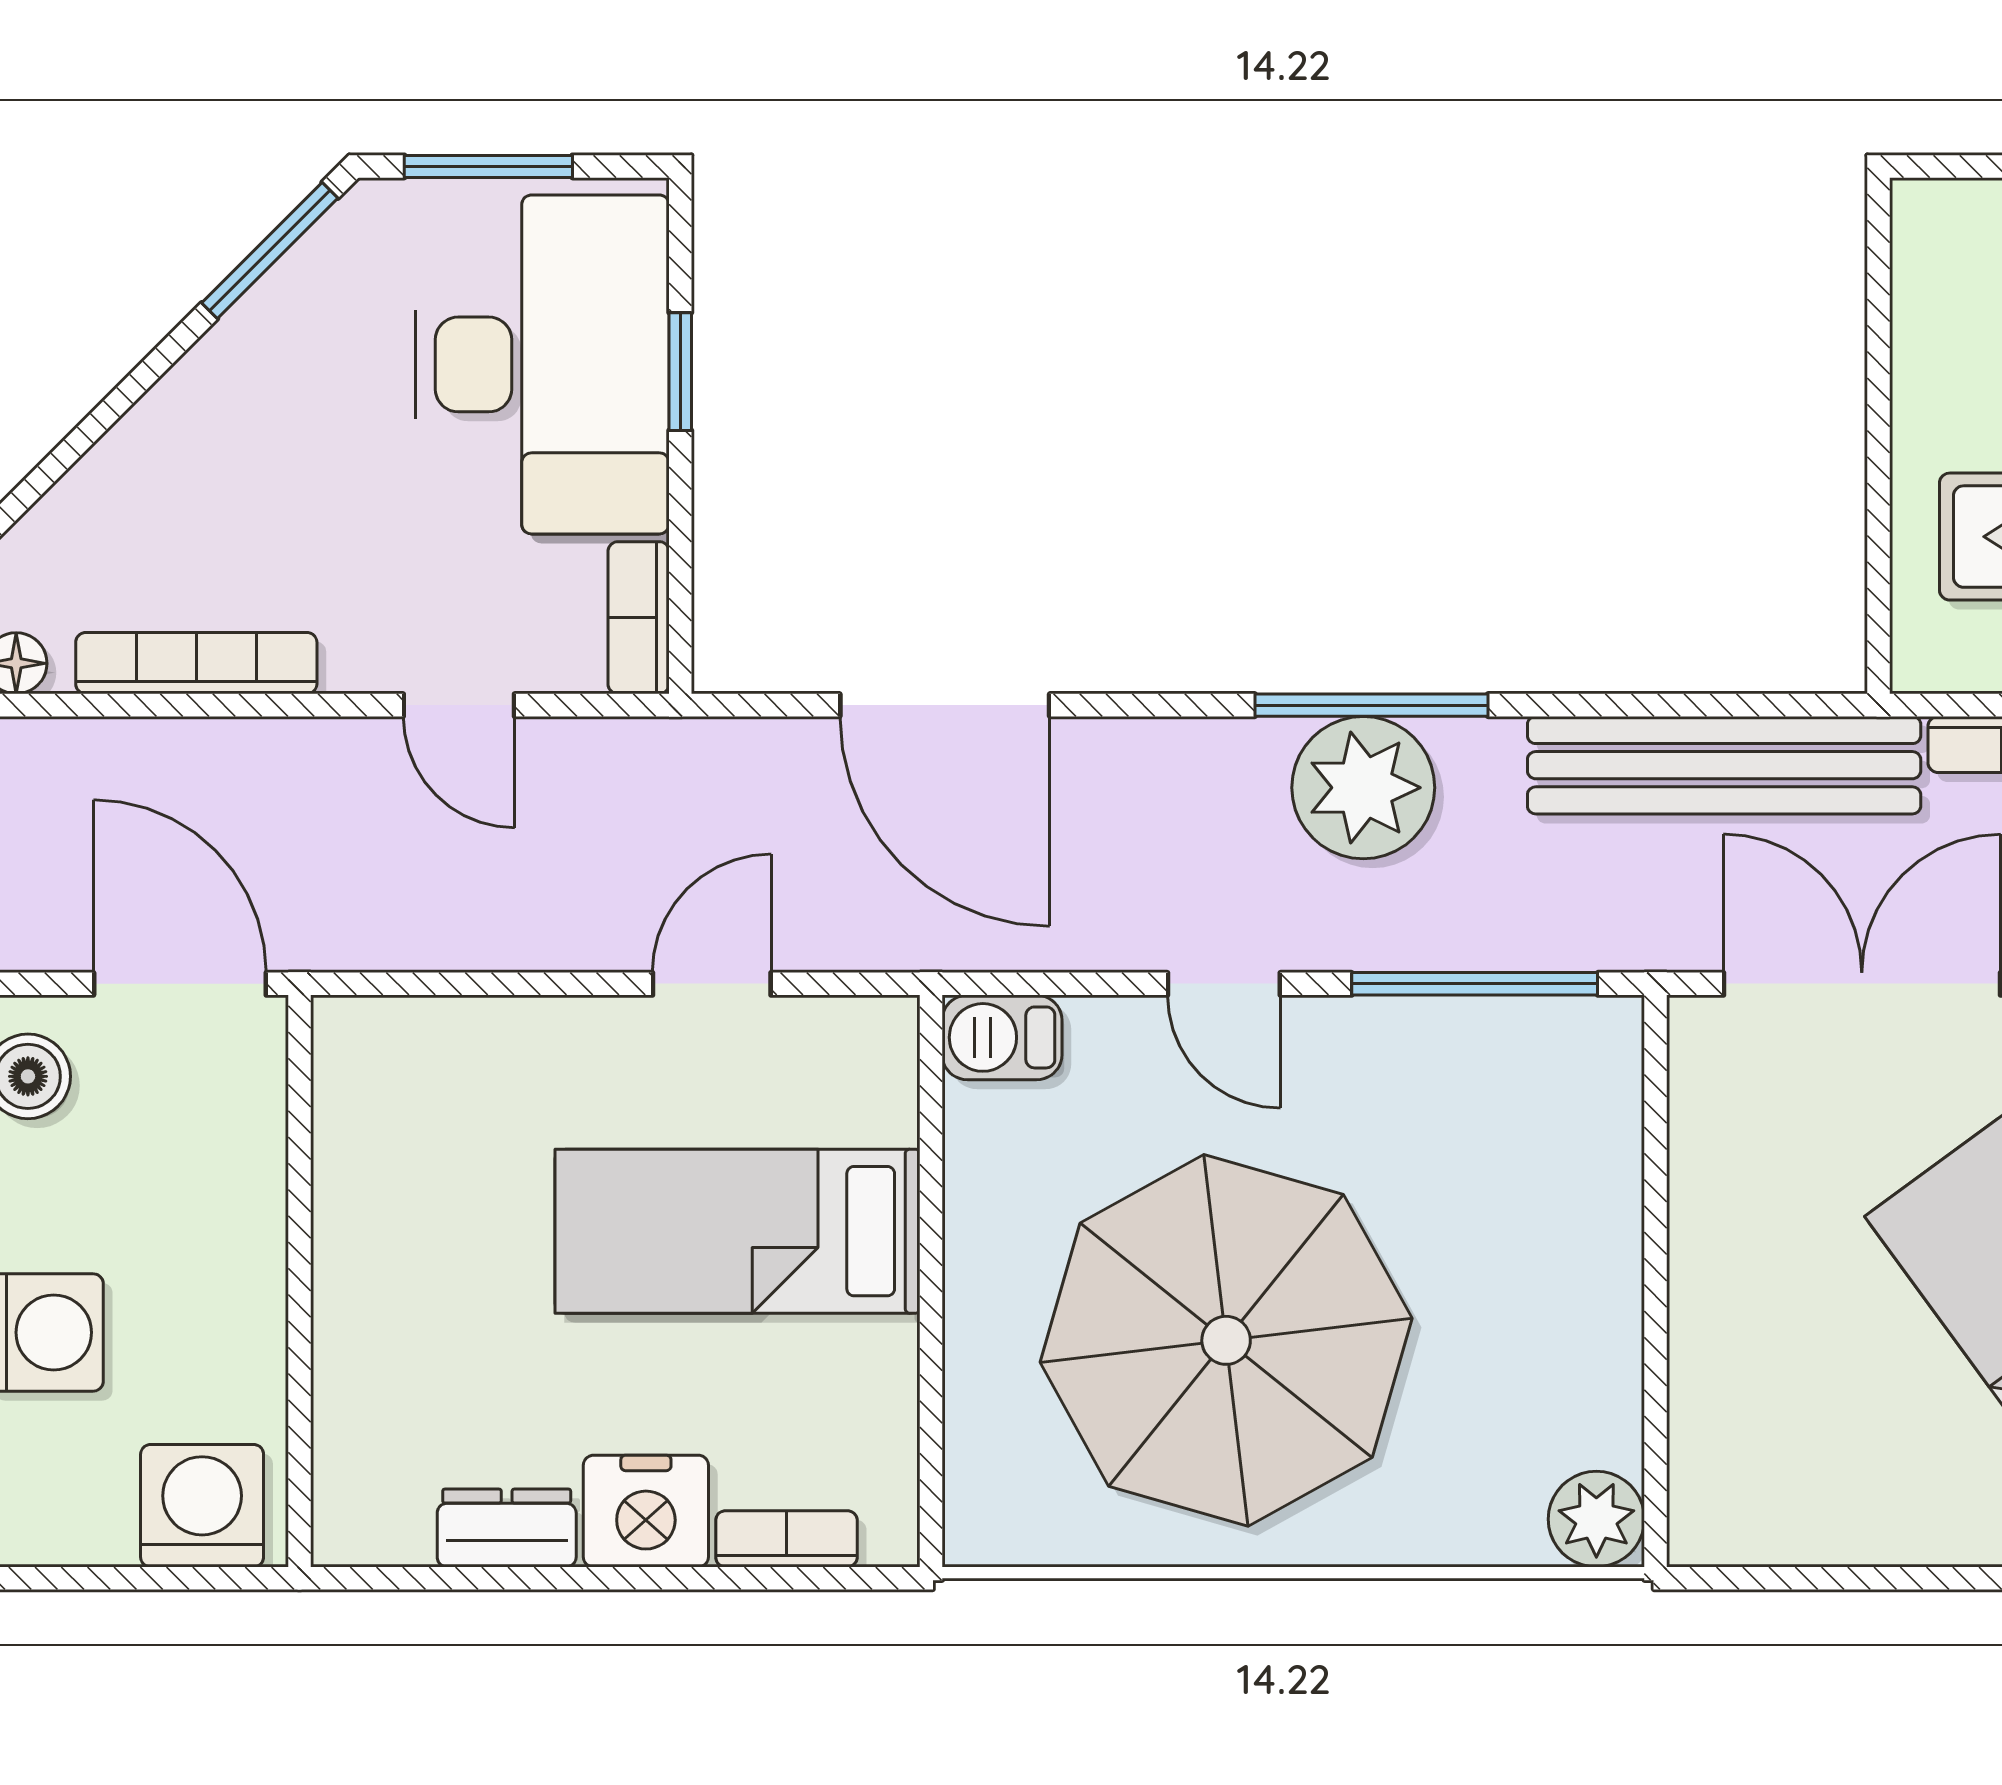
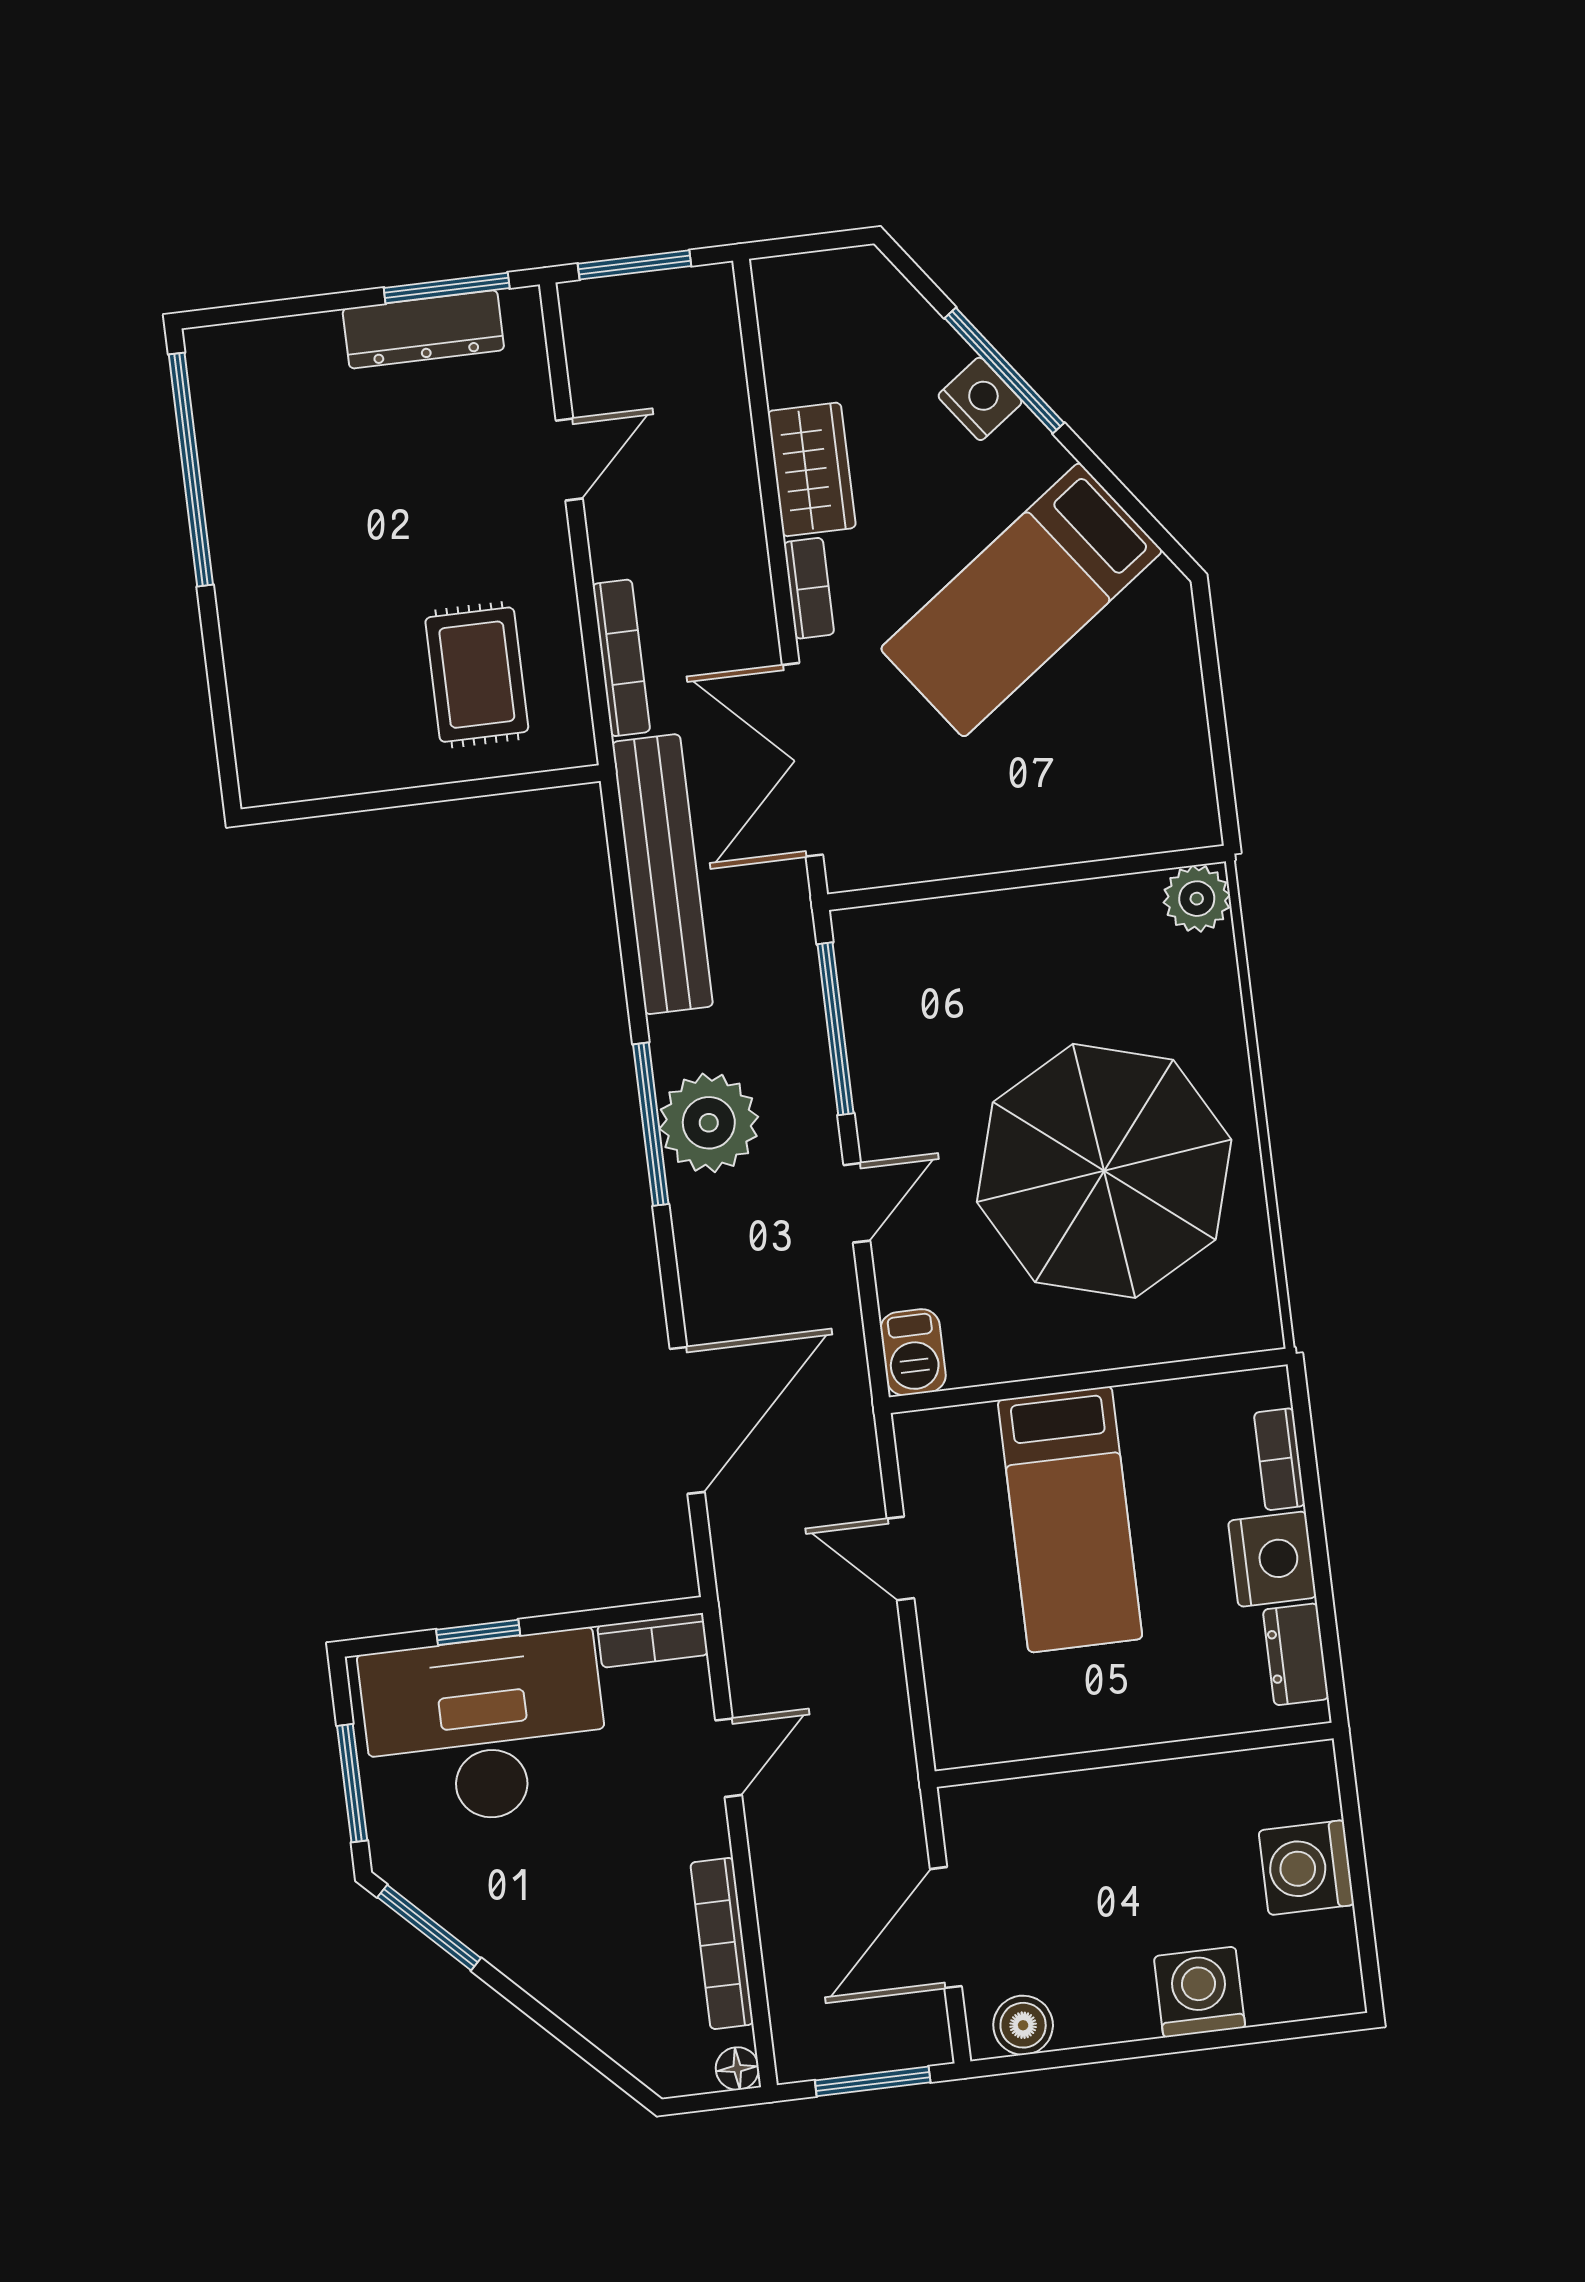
wall: (299, 1281) -> (1134, 1755), moved

